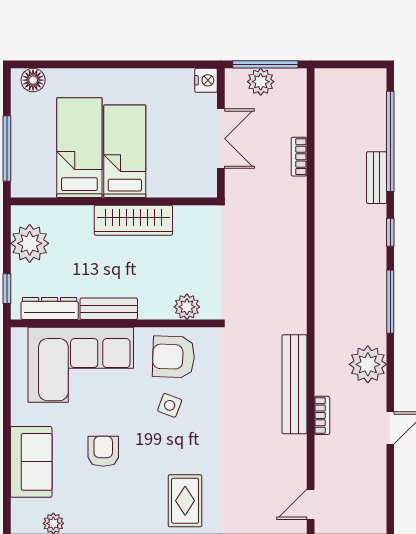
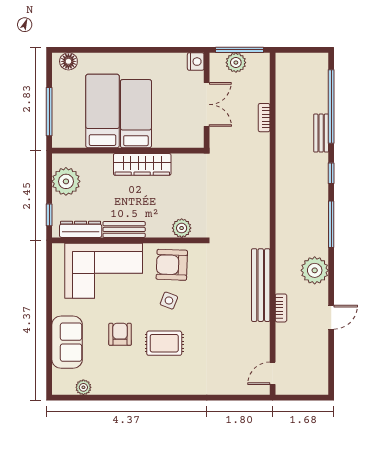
rug: (185, 501) -> (164, 343), moved, turned 90

